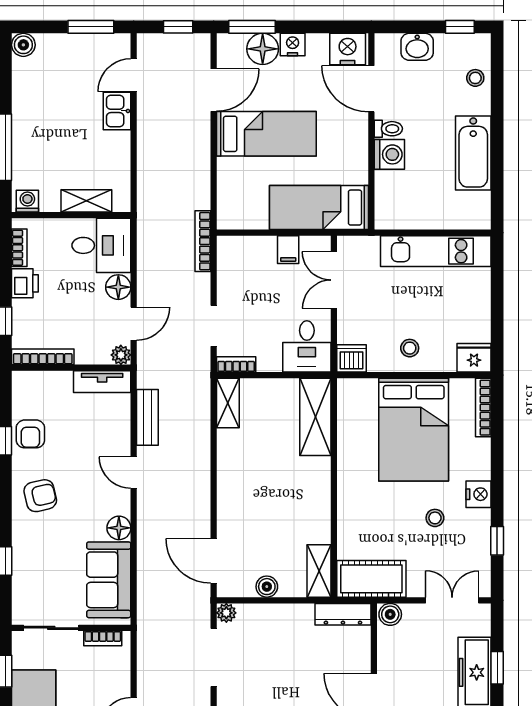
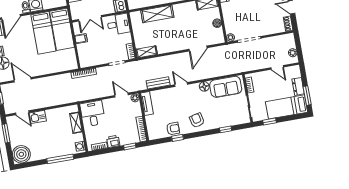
boiler: (23, 45) -> (21, 154), width x1.86, depth x1.86
bed: (266, 134) -> (43, 33), moved, turned 180
floor lamp: (118, 287) -> (108, 104), removed
shelving: (315, 417) -> (157, 14), moved
door: (134, 473) -> (181, 84), swing flipped
door: (214, 561) -> (198, 48), moved

